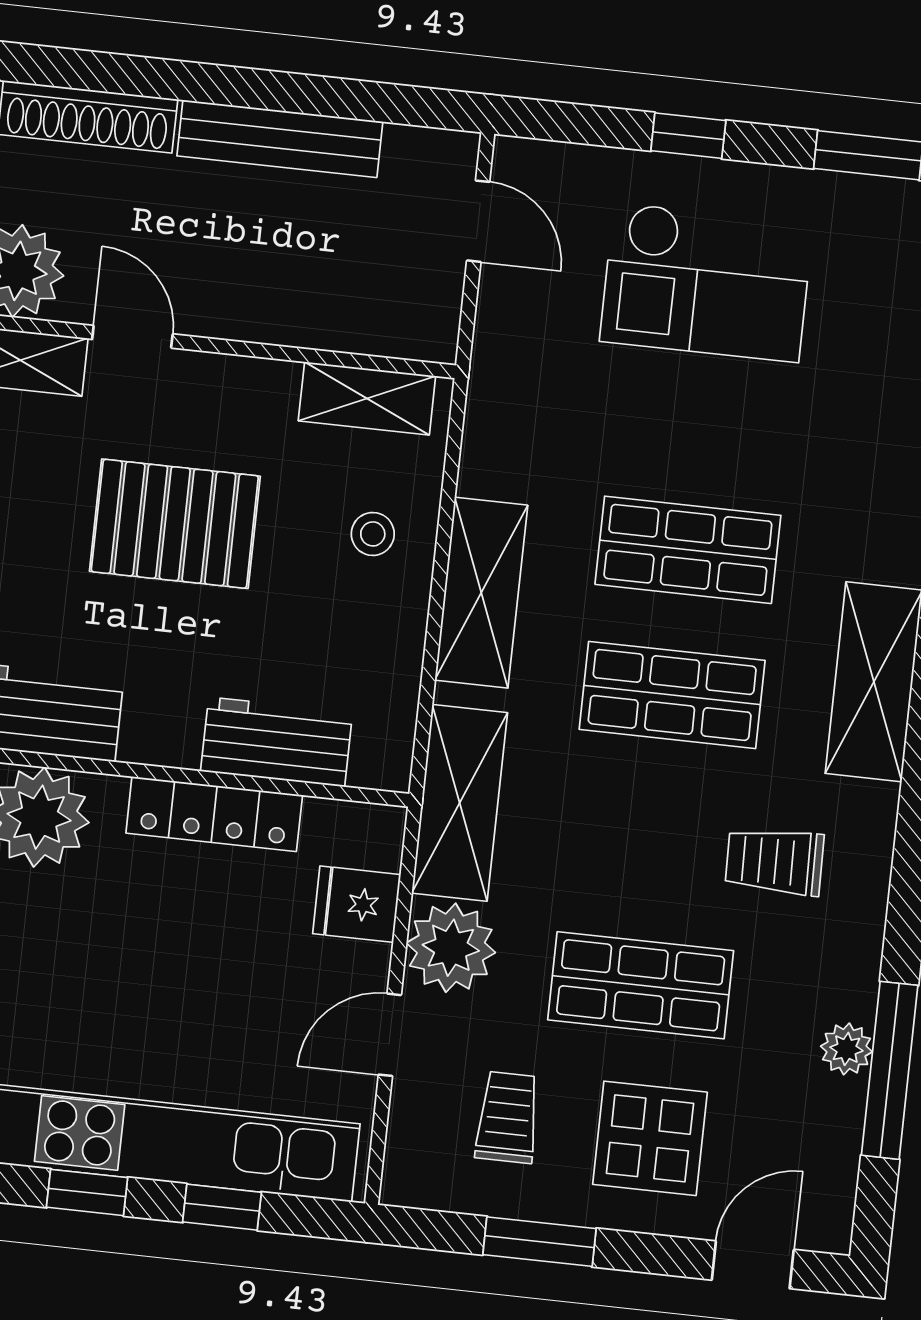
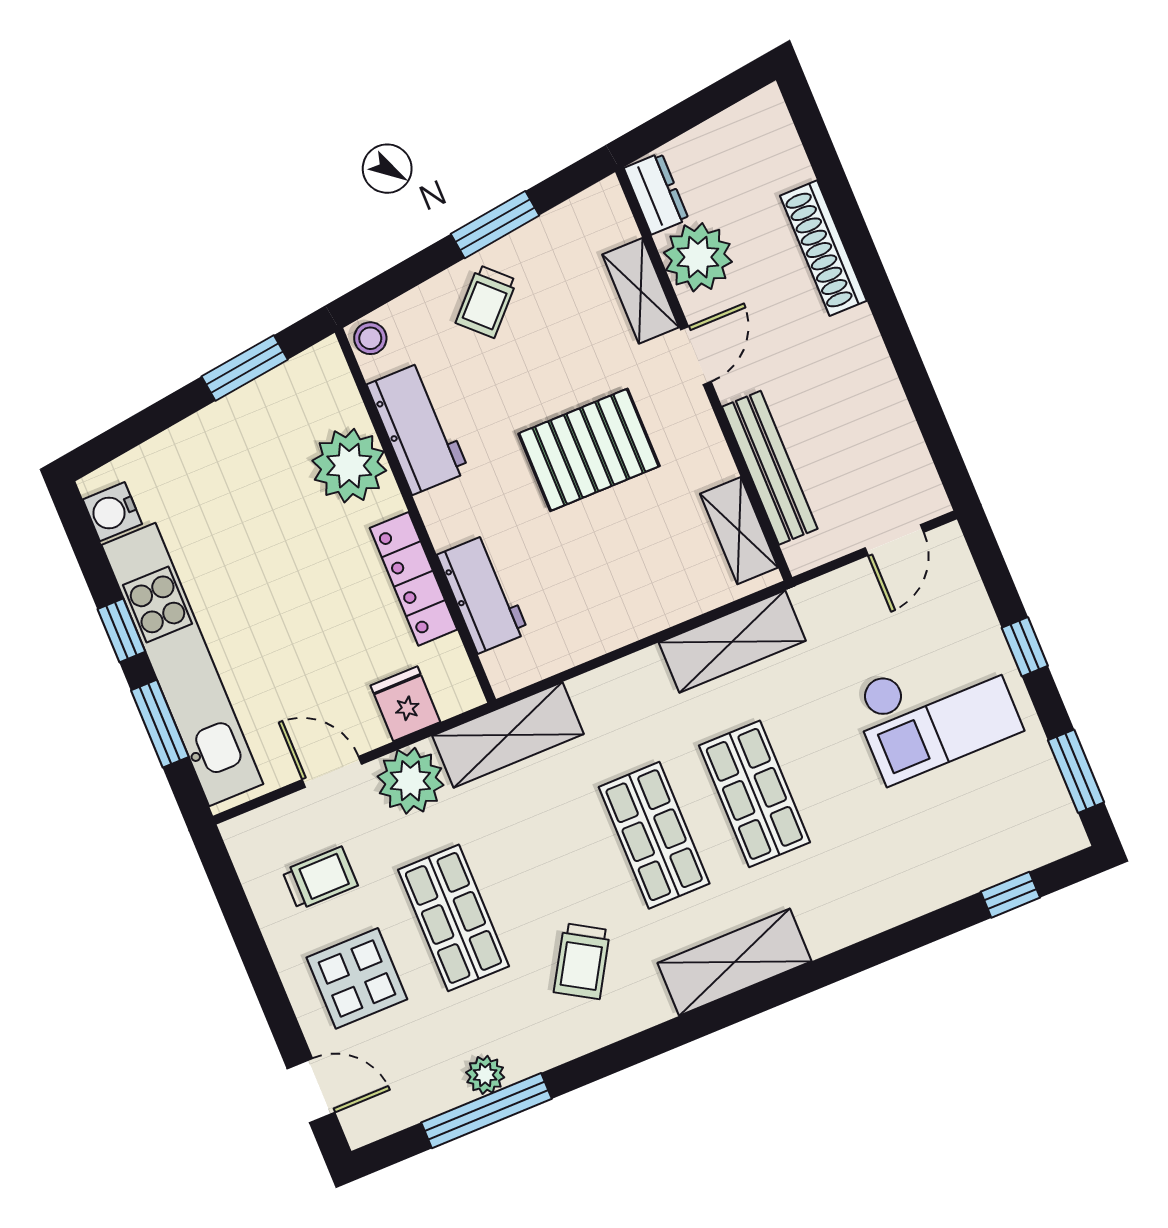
bench: (280, 139) -> (770, 468), moved
checkout: (706, 282) -> (936, 711), turned -90
pallet: (175, 524) -> (589, 450), turned 90
stool: (373, 534) -> (653, 583), removed
shelving: (481, 593) -> (732, 642), moved
trolley: (774, 861) -> (582, 961), turned -148
window: (222, 1207) -> (160, 724), width x1.50
window: (539, 1242) -> (250, 943), removed

